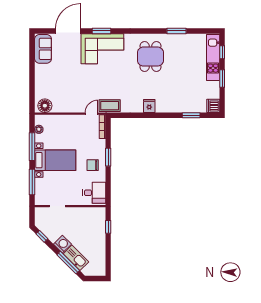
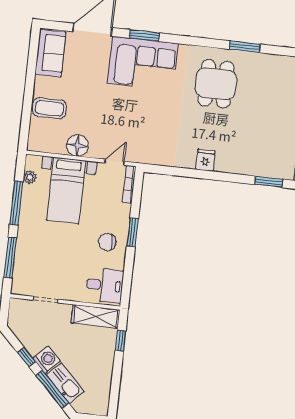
window: (176, 31) -> (245, 47), moved
floor lamp: (45, 106) -> (78, 145), moved
coffee table: (110, 106) -> (50, 108), moved
bed with nightstands: (55, 160) -> (66, 191), moved, turned 90
shelving: (90, 213) -> (95, 316), added
window: (42, 236) -> (26, 357), moved

